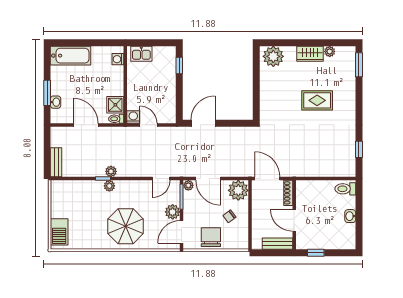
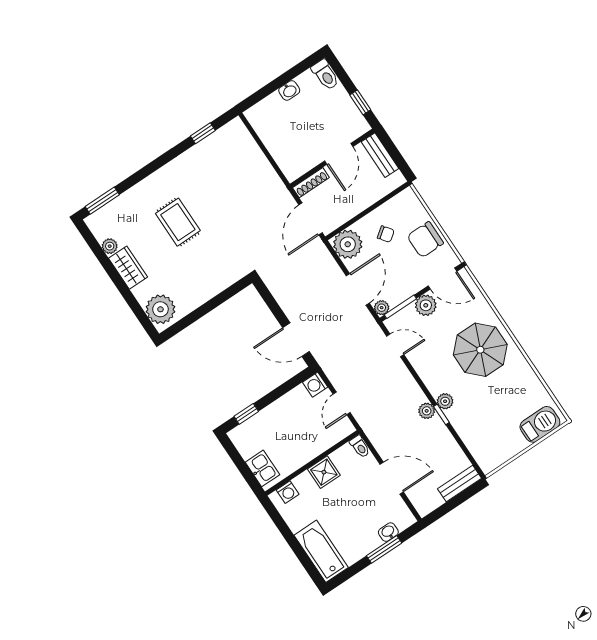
shower: (115, 105) -> (324, 472), moved
washing machine: (133, 117) -> (315, 385), moved
door: (86, 125) -> (392, 478), swing flipped
toilet: (345, 189) -> (325, 75), moved

